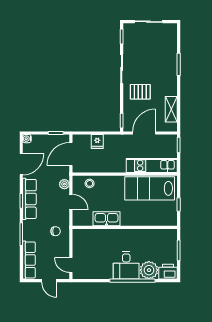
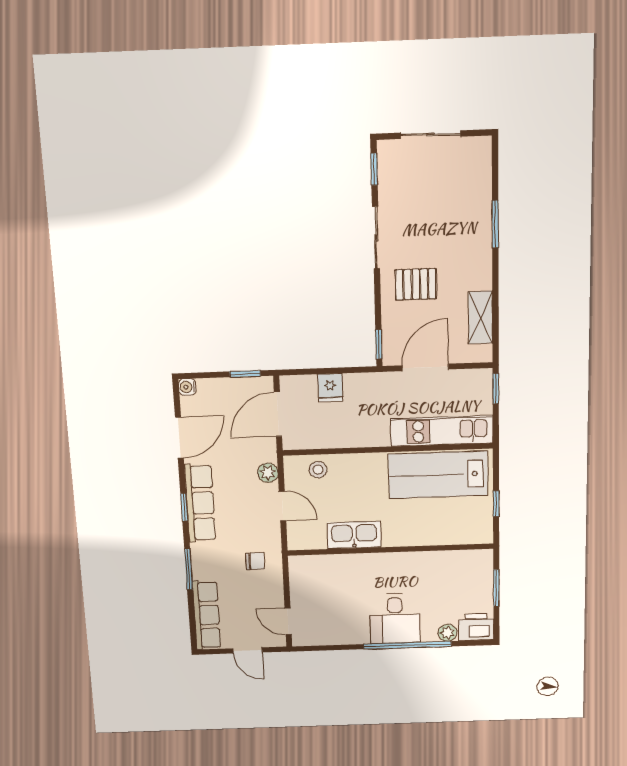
plant: (149, 270) -> (447, 633), width x0.53, depth x0.53

